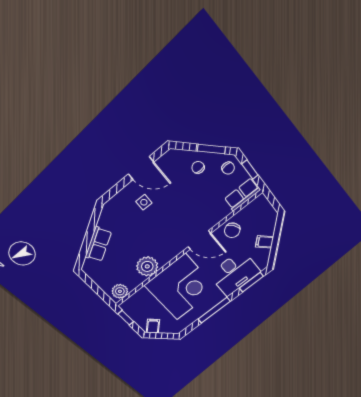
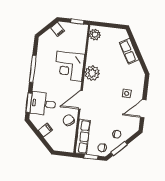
row of seats: (242, 195) -> (83, 137), width x1.48
plant: (147, 266) -> (92, 73), moved
desk: (235, 273) -> (43, 104), width x0.73
corner desk: (181, 287) -> (69, 66), width x0.74, depth x0.74

